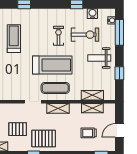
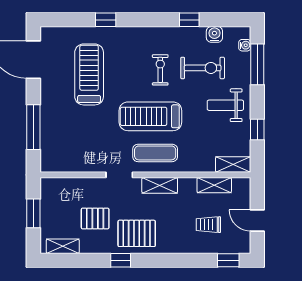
treadmill: (14, 39) -> (89, 74), width x1.37, depth x1.38
treadmill: (52, 65) -> (150, 116), turned 180
shelving: (92, 95) -> (233, 165), moved
door: (119, 130) -> (257, 220), hinge flipped

